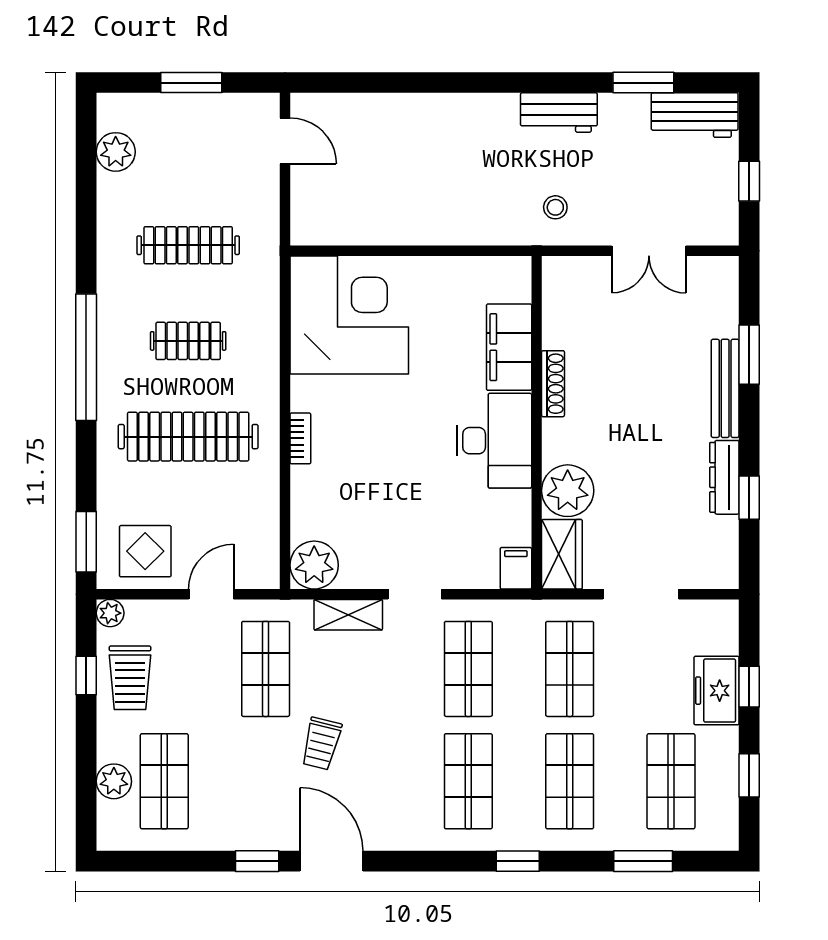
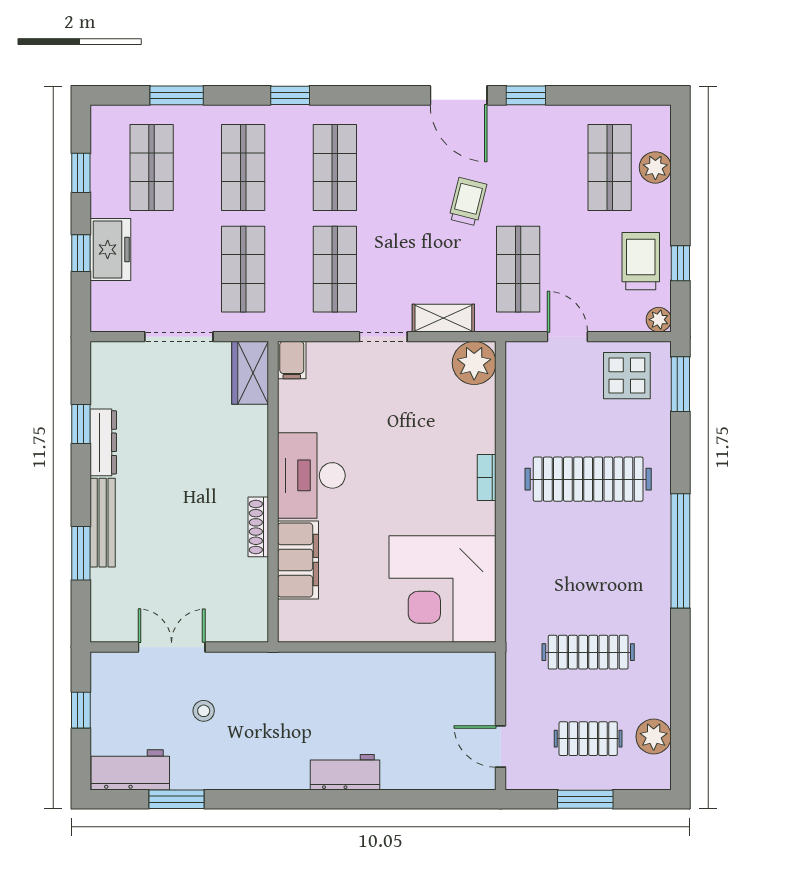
workbench: (559, 112) -> (345, 772), moved
stool: (555, 207) -> (204, 711), moved
clothes rail: (188, 341) -> (588, 739), moved
plant: (568, 491) -> (245, 430), removed
door: (211, 594) -> (567, 337), swing flipped

